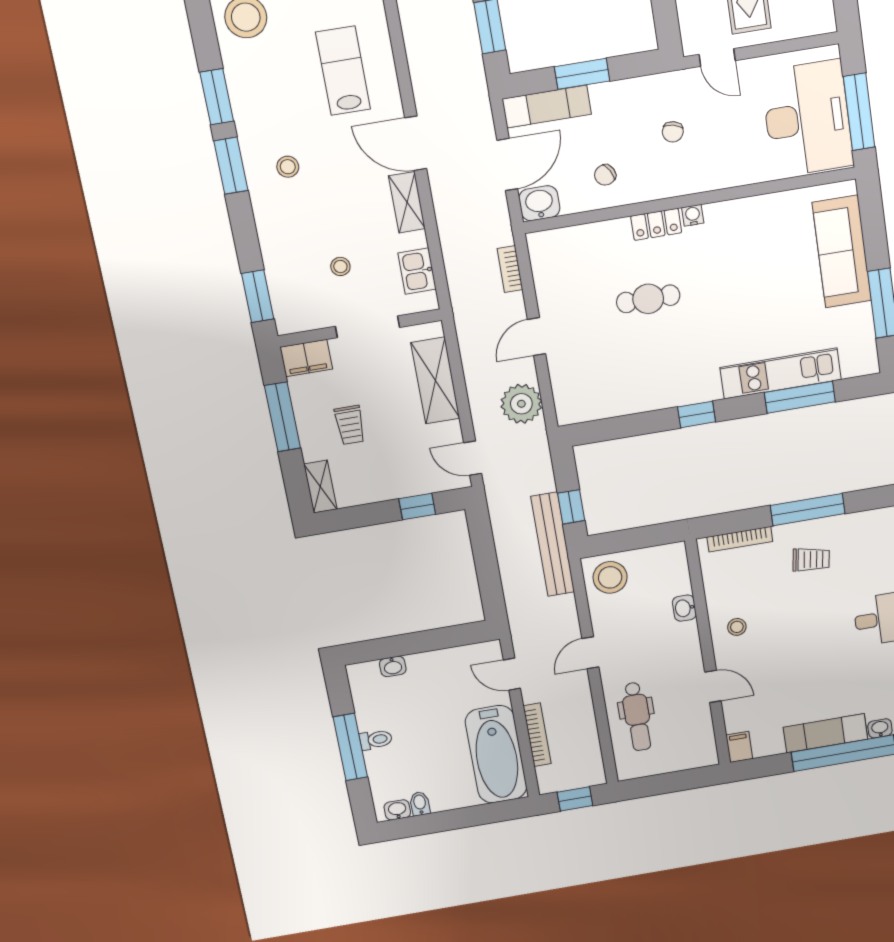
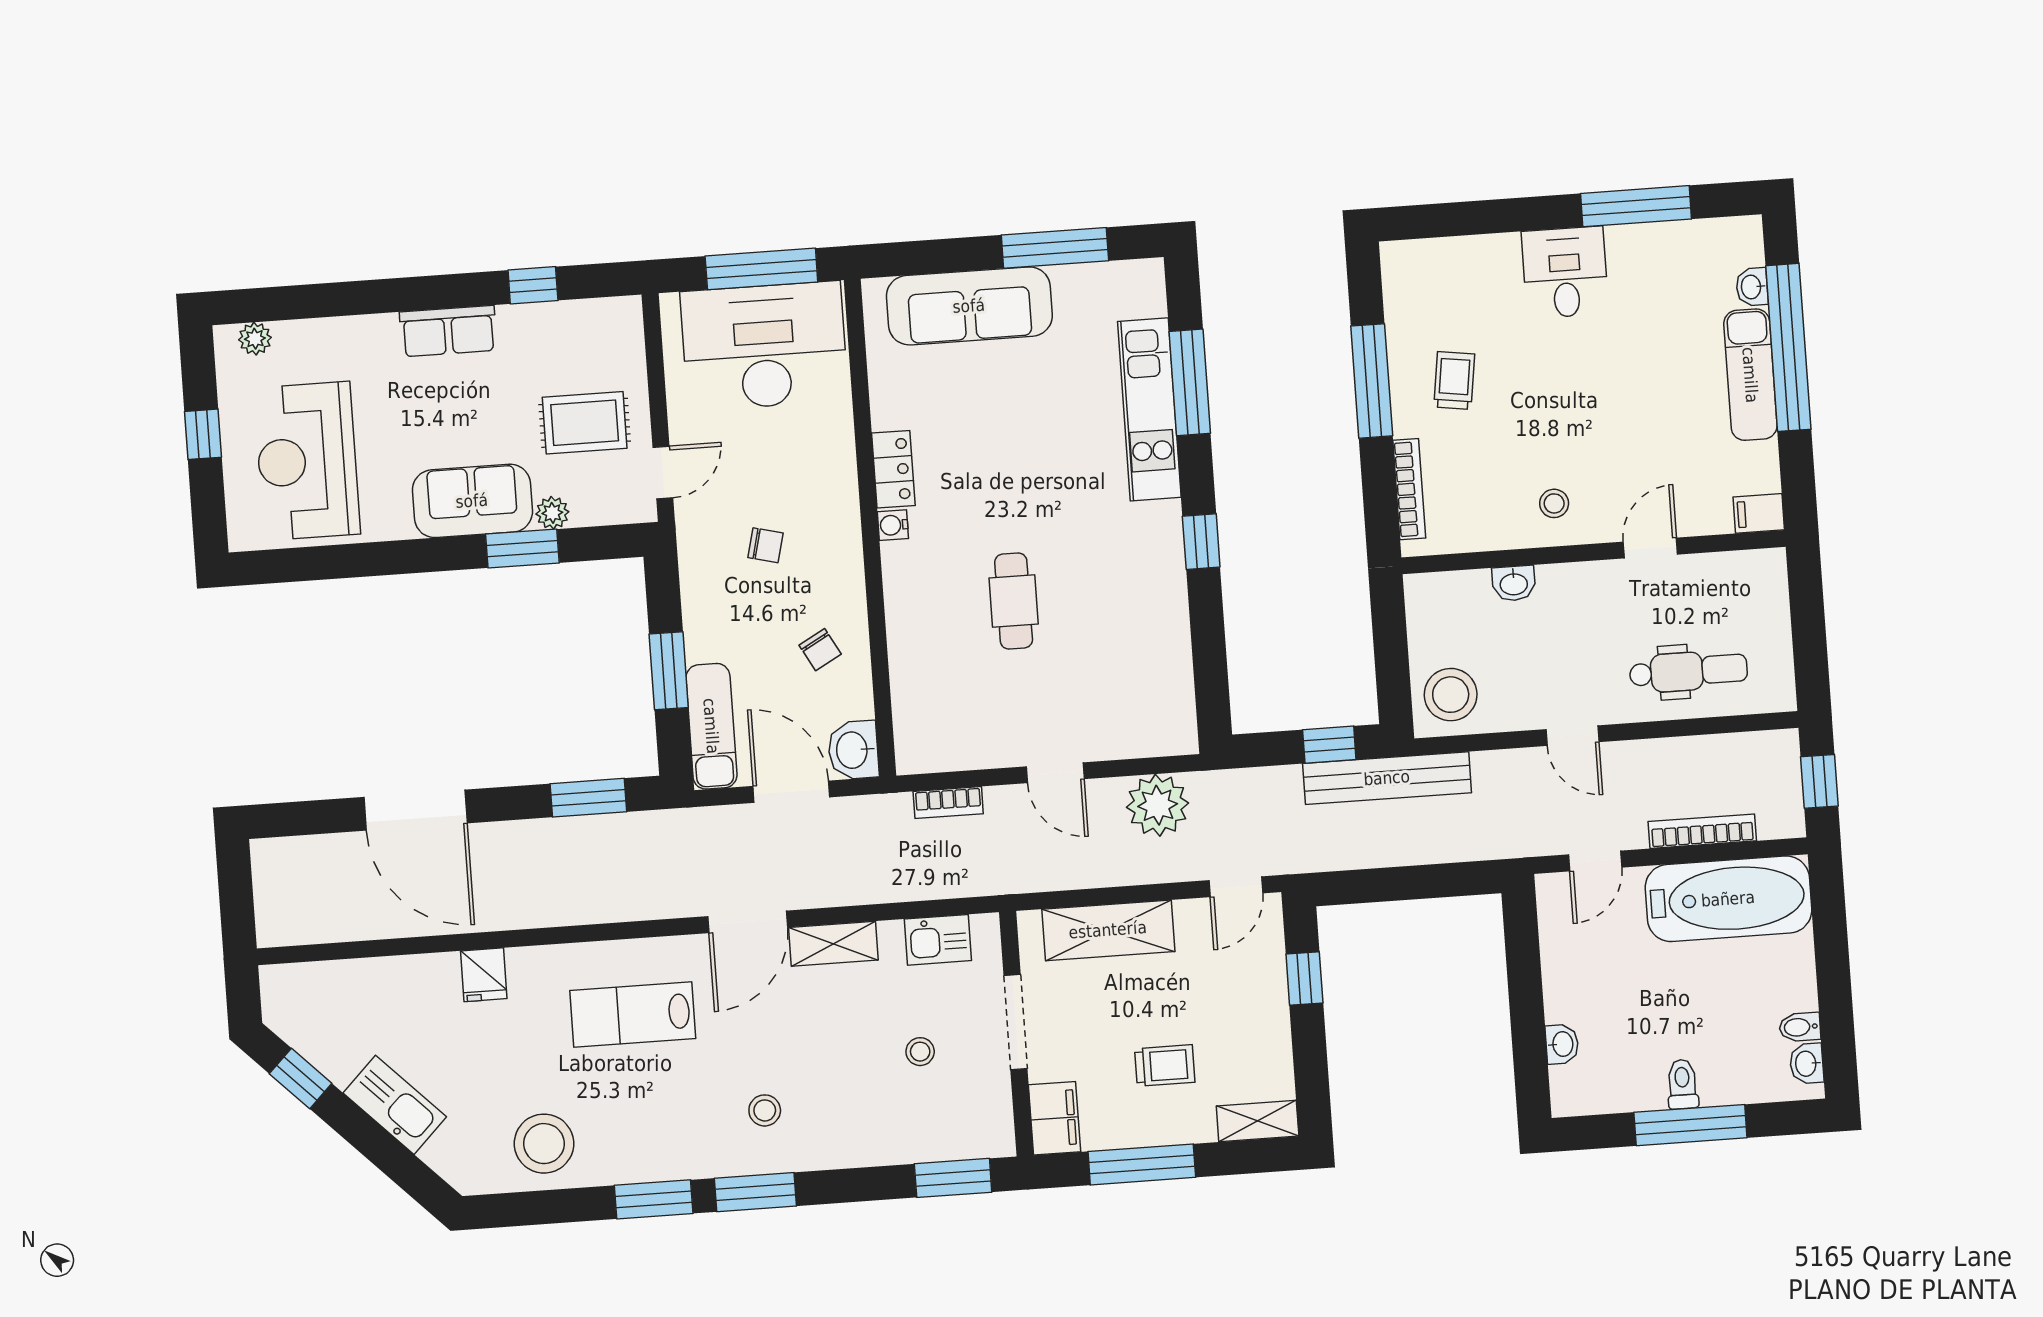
locker: (656, 224) -> (893, 469), moved

